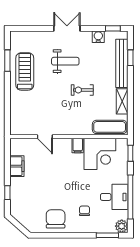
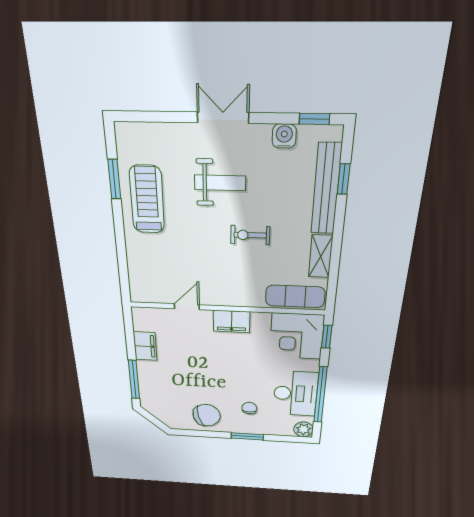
door: (45, 137) -> (187, 307), swing flipped
filing cabinet: (78, 146) -> (232, 321), width x2.00
corner desk: (100, 154) -> (297, 336), moved, turned 90
window: (7, 193) -> (134, 380), width x2.17
desk: (114, 197) -> (295, 394), width x1.37
chair: (56, 219) -> (207, 415), turned 75
window: (107, 235) -> (247, 436), moved

